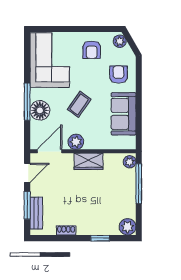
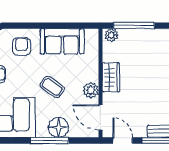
armchair: (118, 75) -> (22, 47), turned 90

